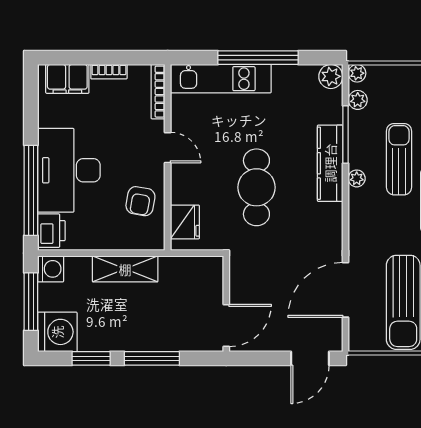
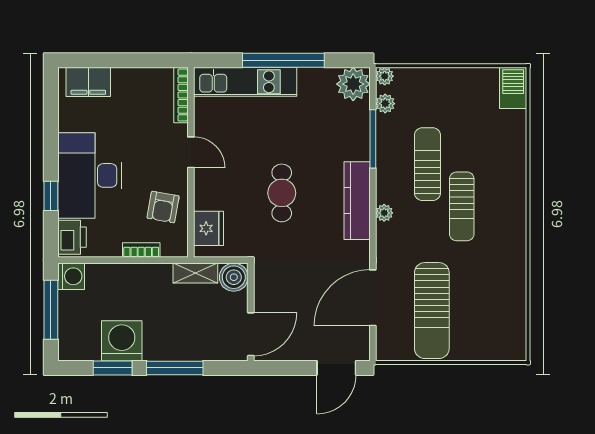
bookcase: (109, 72) -> (141, 250), moved, turned 180
plant: (331, 76) -> (353, 84), width x1.36, depth x1.36
kitchen counter: (330, 163) -> (357, 201), moved
plant: (357, 178) -> (384, 213), moved
cafe table: (256, 187) -> (282, 193), width x0.73, depth x0.74
window: (31, 190) -> (51, 196), width x0.32
shelving: (125, 269) -> (195, 273), moved, width x0.67, depth x0.75
boiler: (210, 270) -> (234, 277), added
washing machine: (57, 332) -> (122, 341), moved, turned -90

